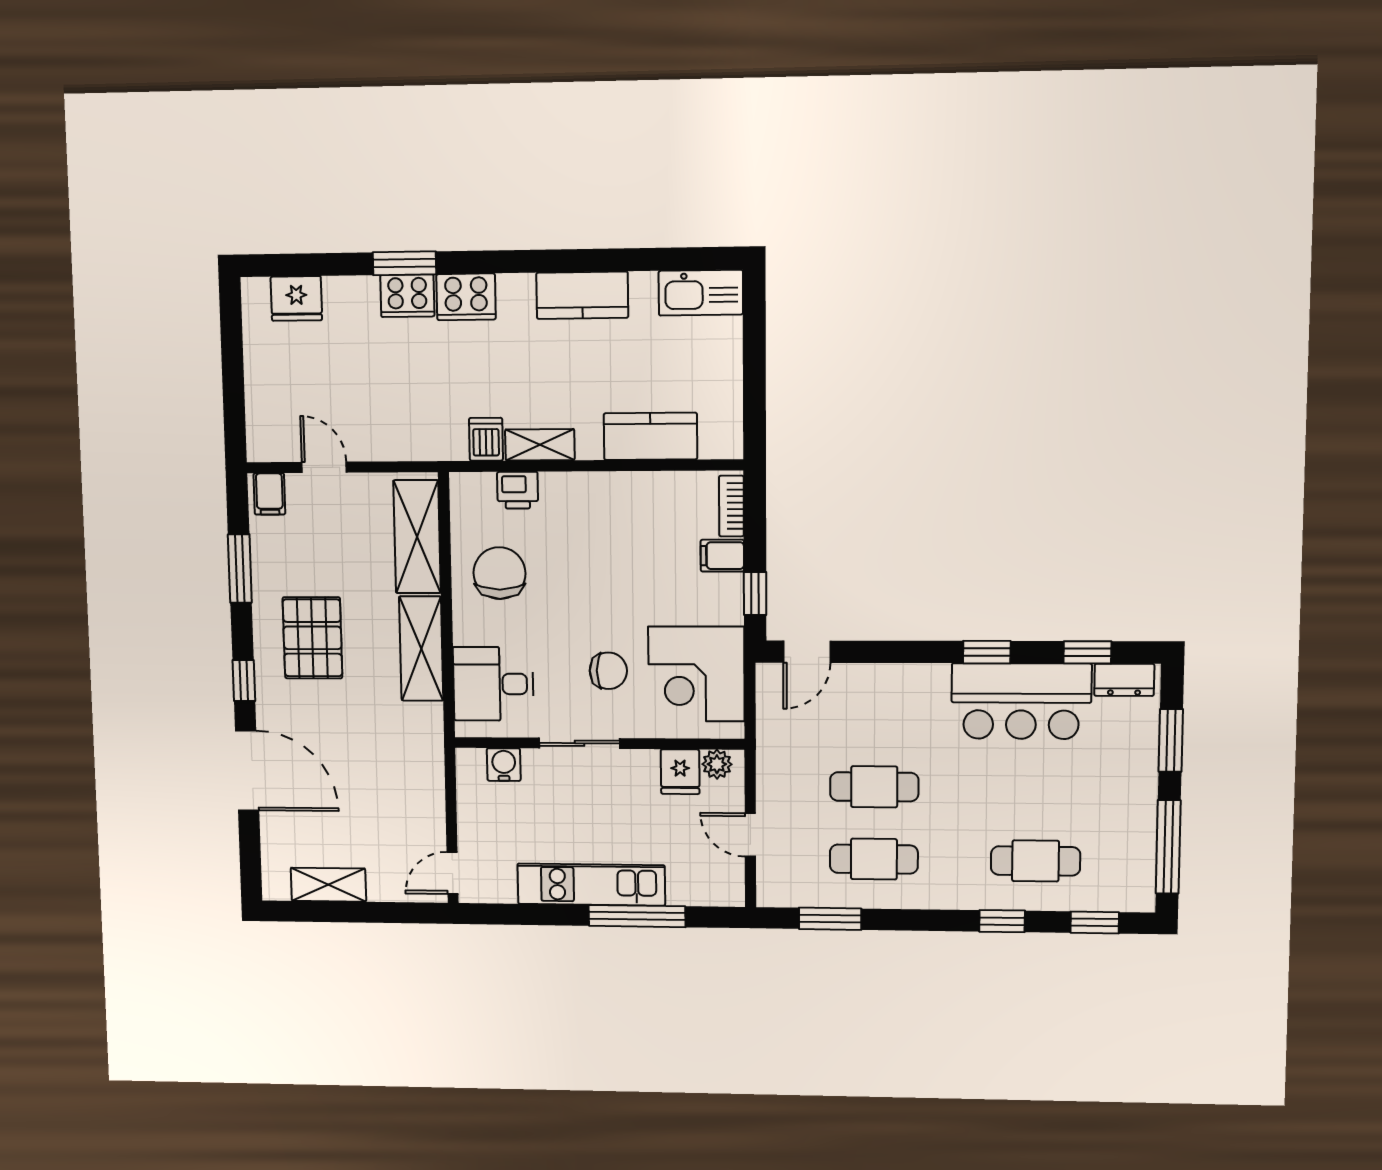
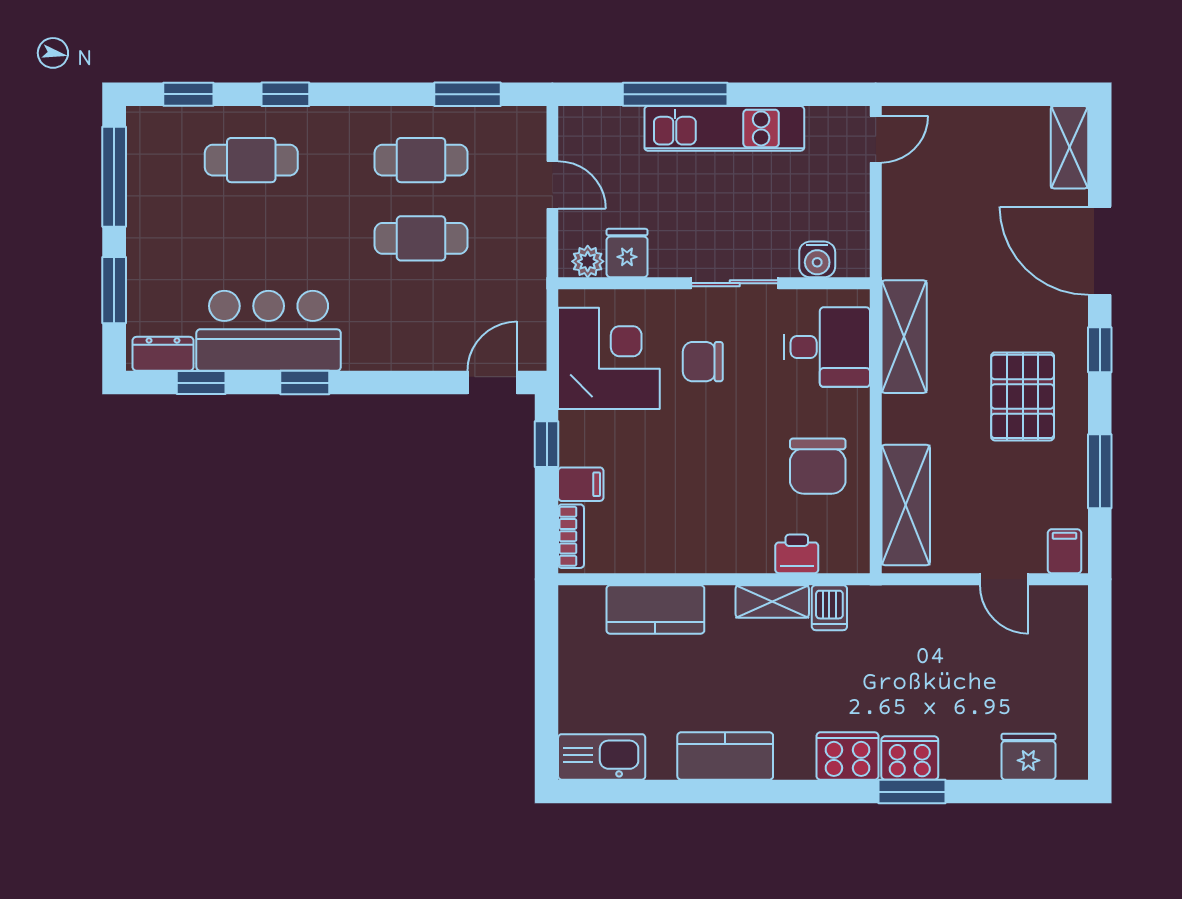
shelving: (421, 649) -> (904, 337), moved
shelving: (328, 885) -> (1069, 147), moved, turned 90

